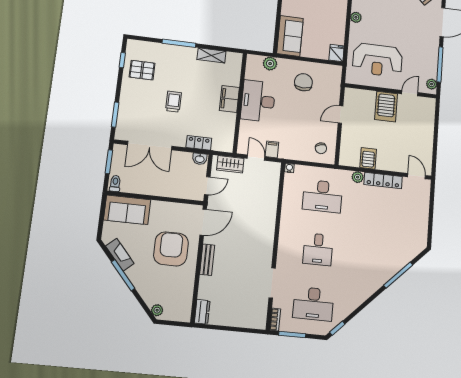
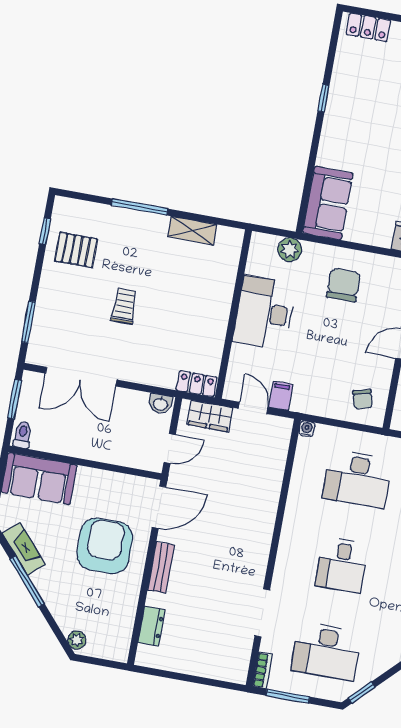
filing cabinet: (229, 99) -> (217, 307), removed
locker: (199, 143) -> (197, 384), moved
dresser: (202, 312) -> (151, 626), moved

